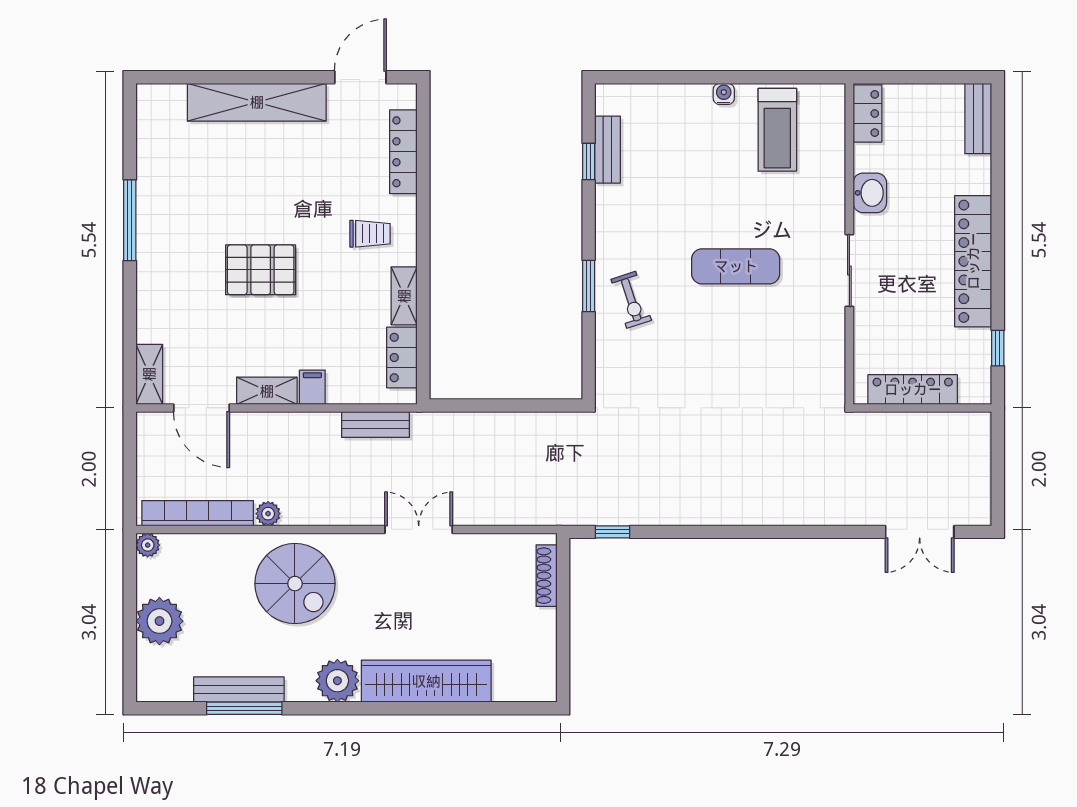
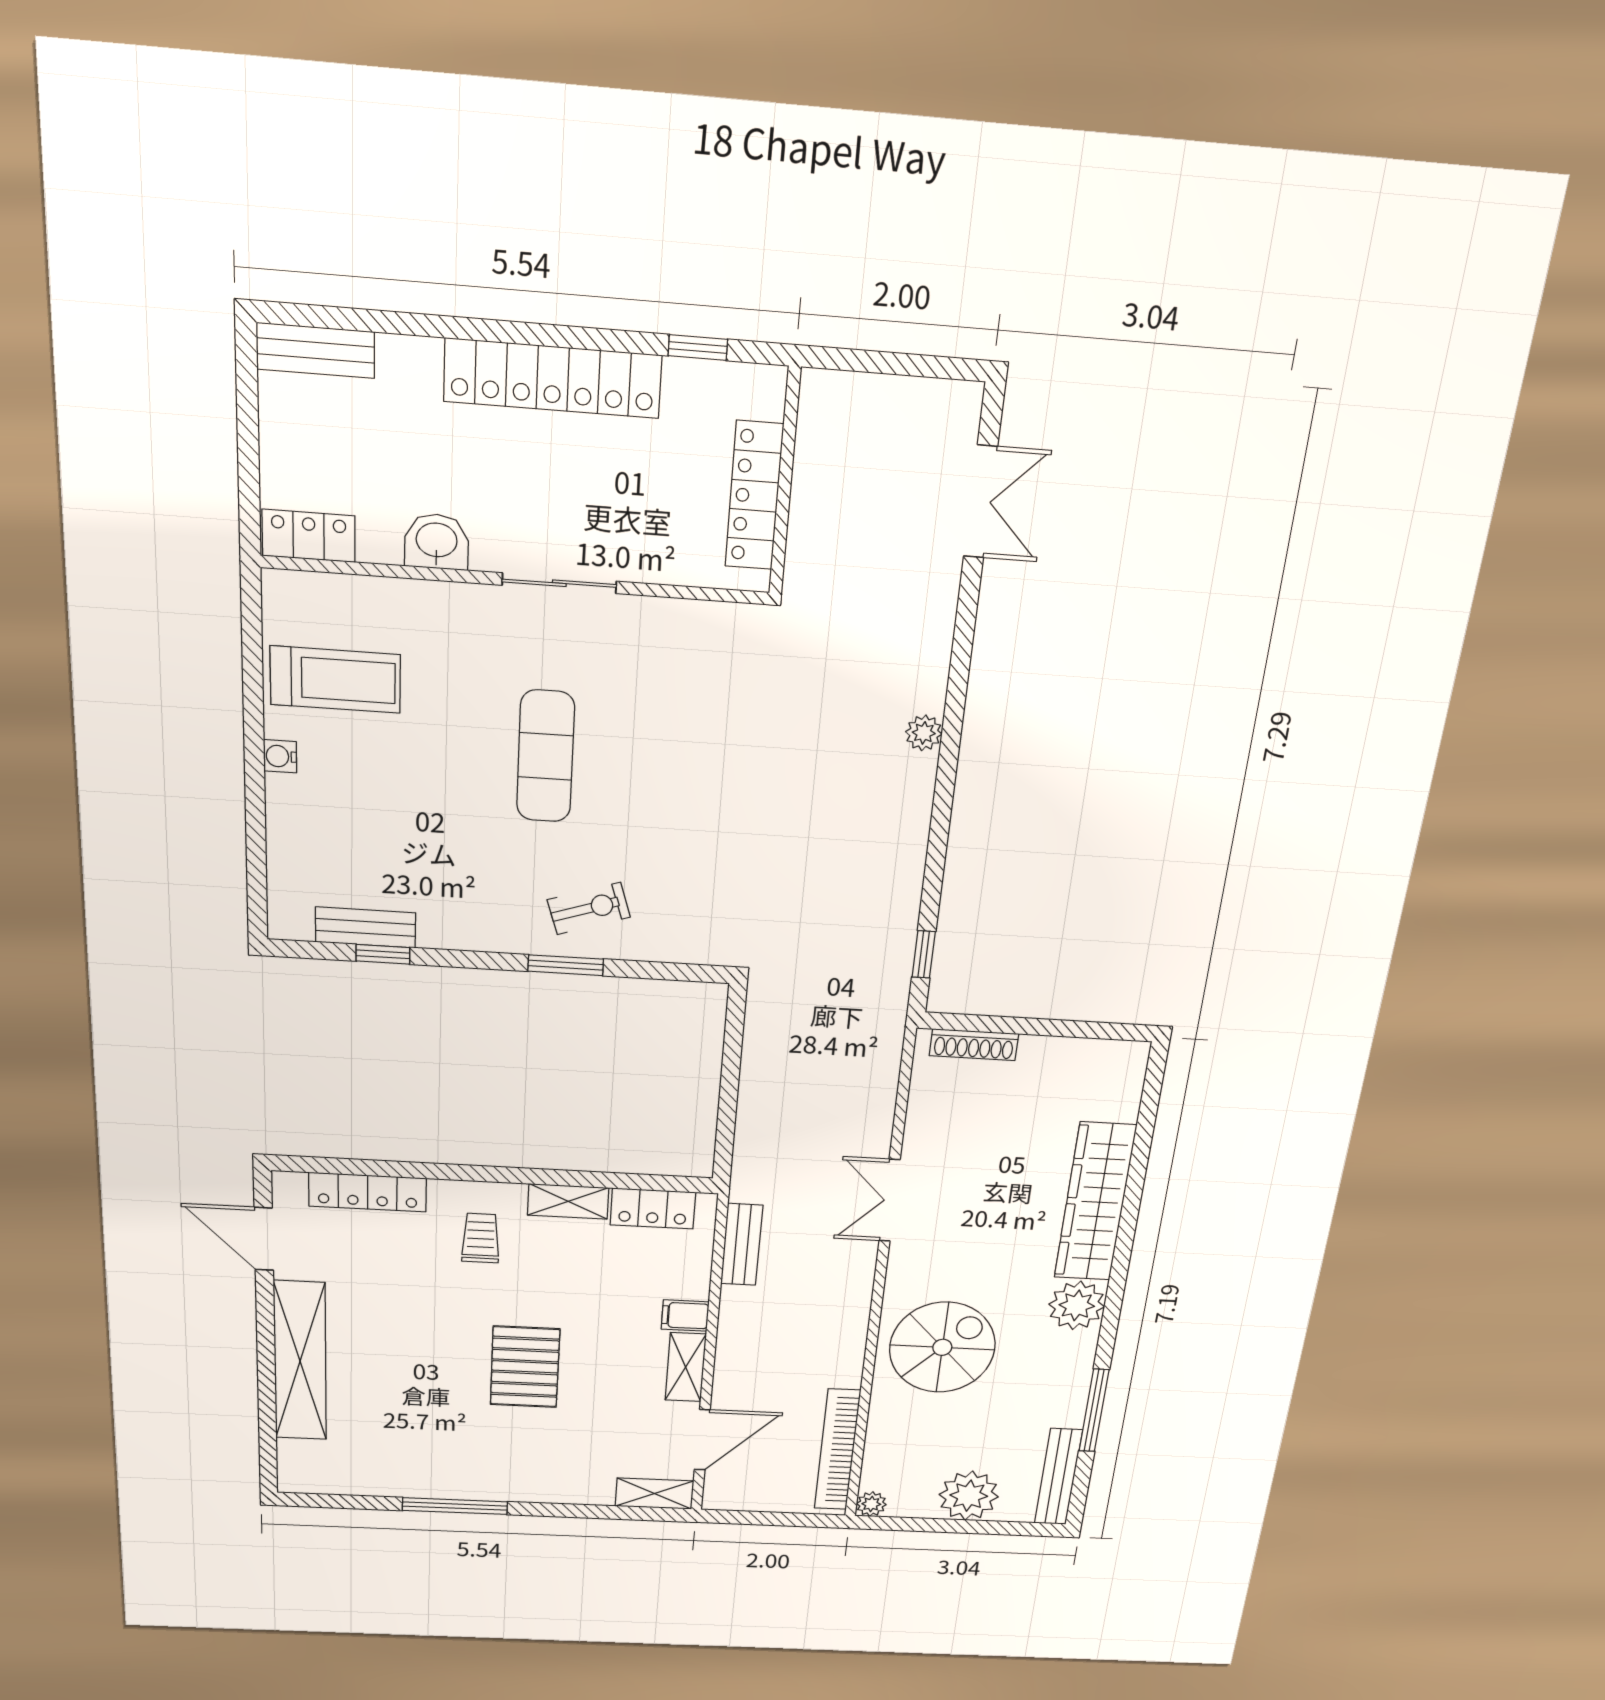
plant: (268, 514) -> (924, 733), moved
bench: (239, 689) -> (1058, 1477), moved

